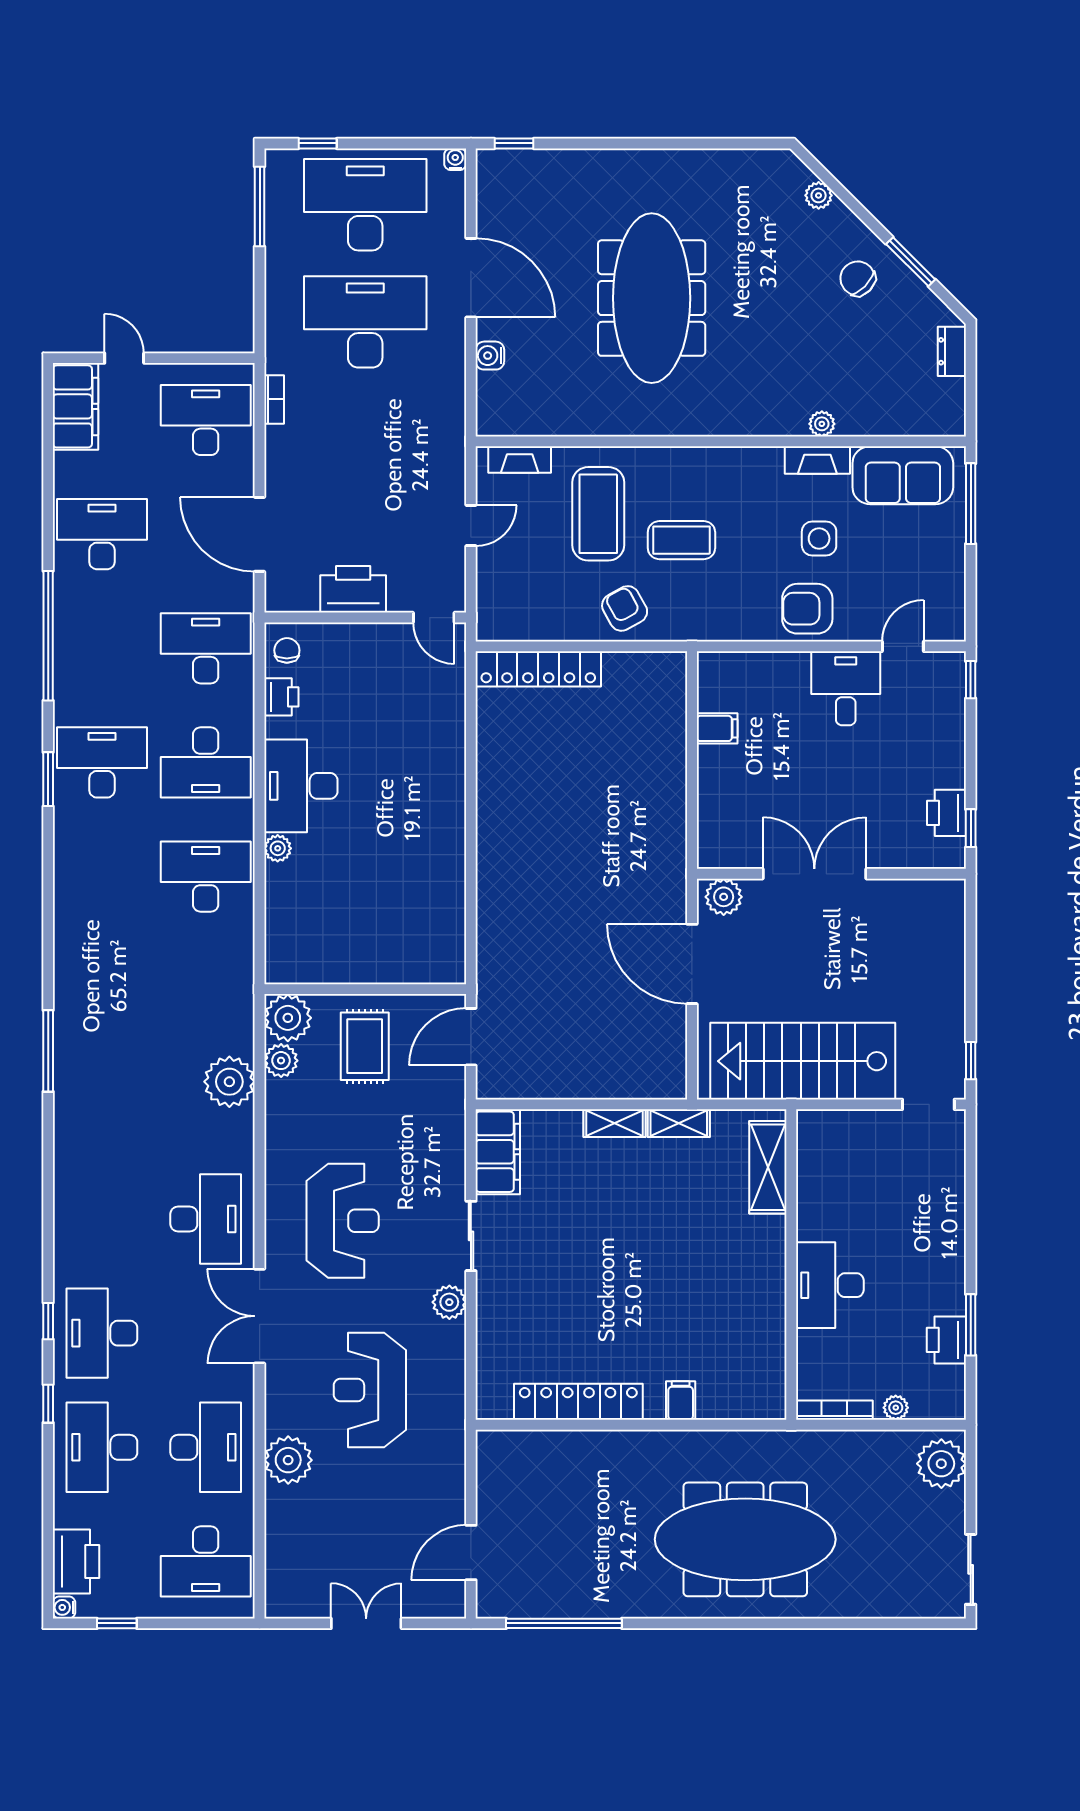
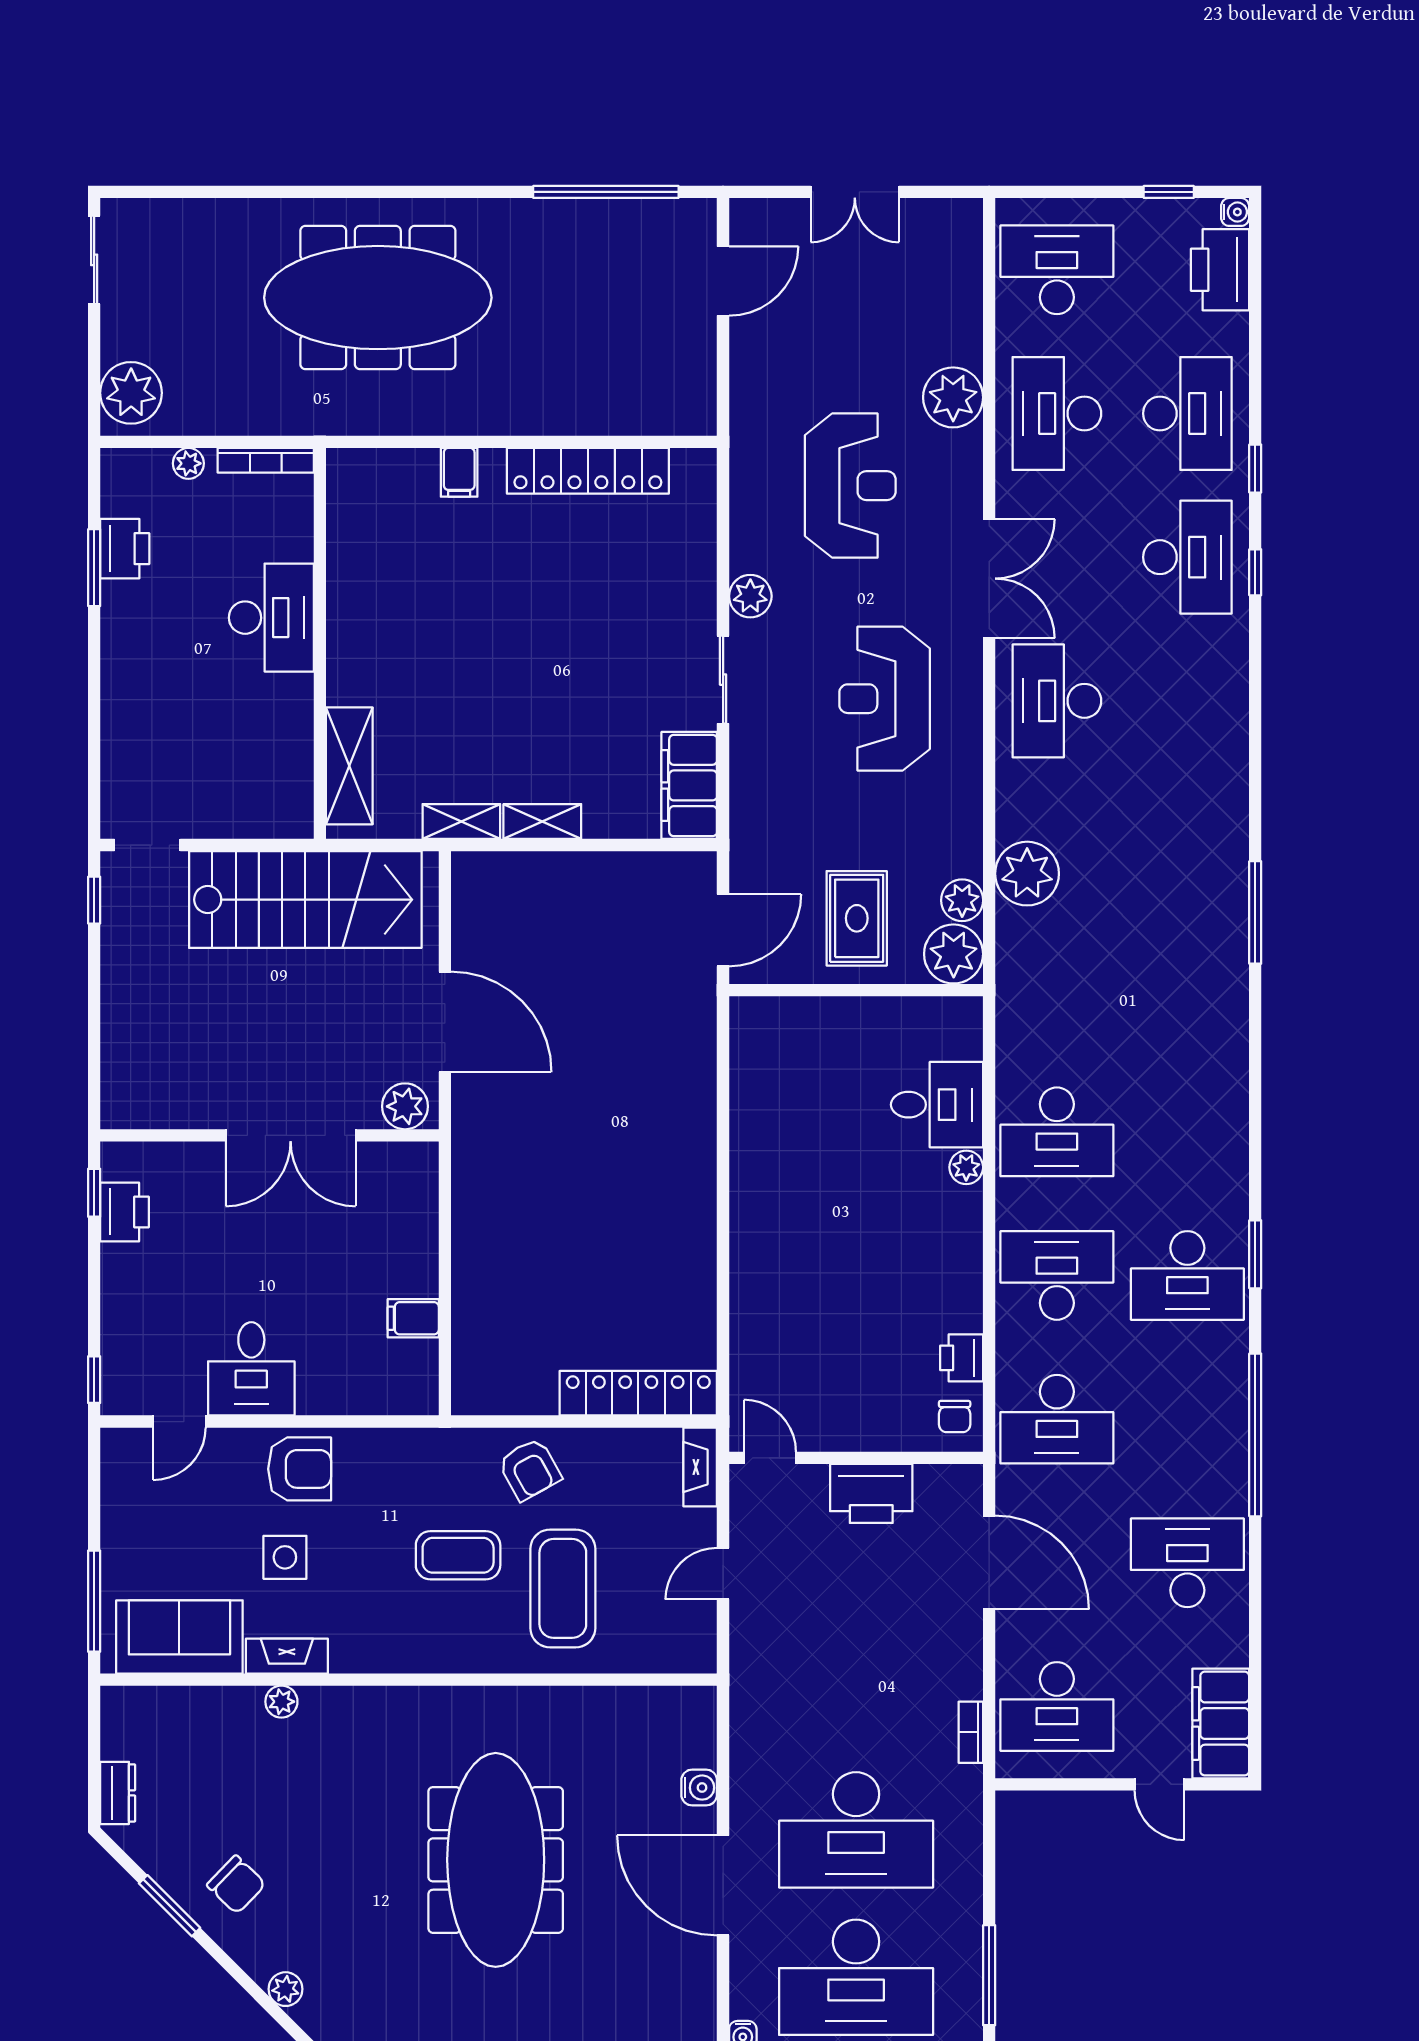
fireplace: (520, 460) -> (700, 1467), moved, turned -90
desk: (102, 534) -> (1187, 1563), turned 180
desk: (301, 786) -> (937, 1105), moved, width x0.73

